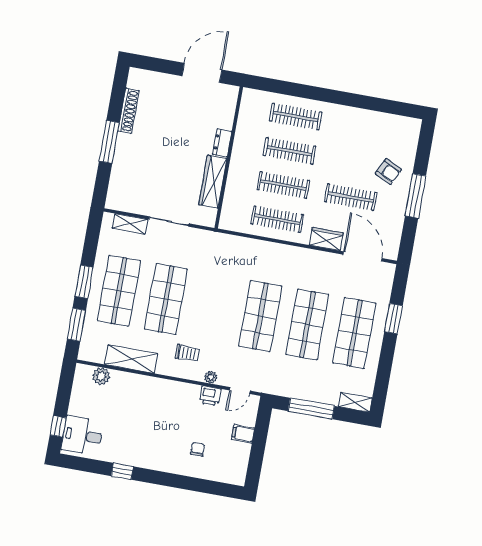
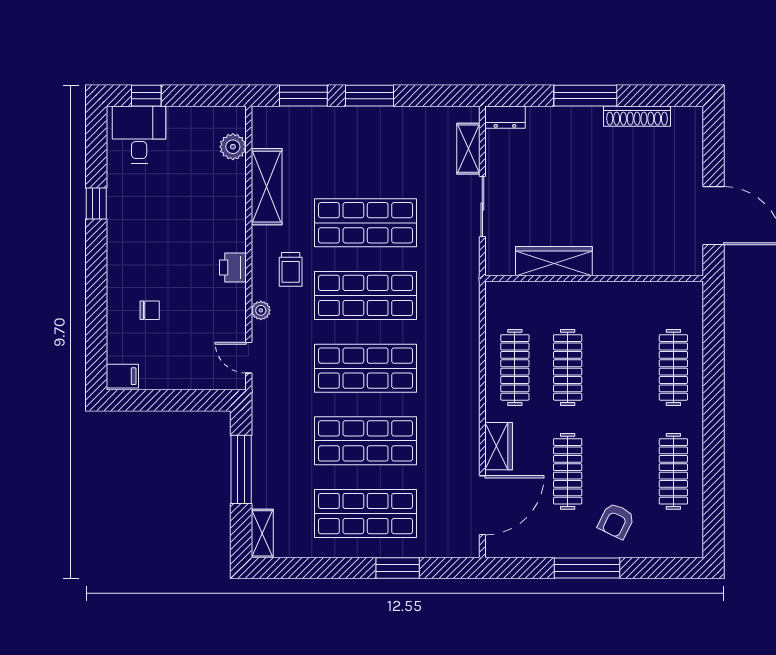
dresser: (222, 143) -> (505, 117), moved, turned 180
clothes rail: (289, 151) -> (673, 471), moved
shop shelf: (119, 291) -> (366, 295), moved
printer: (210, 396) -> (233, 267), moved
filing cabinet: (243, 434) -> (122, 376), moved, turned 90

